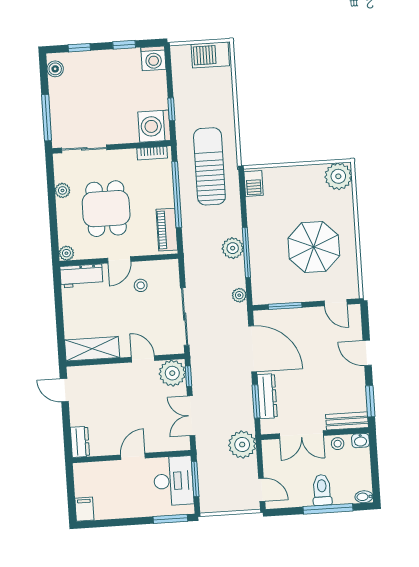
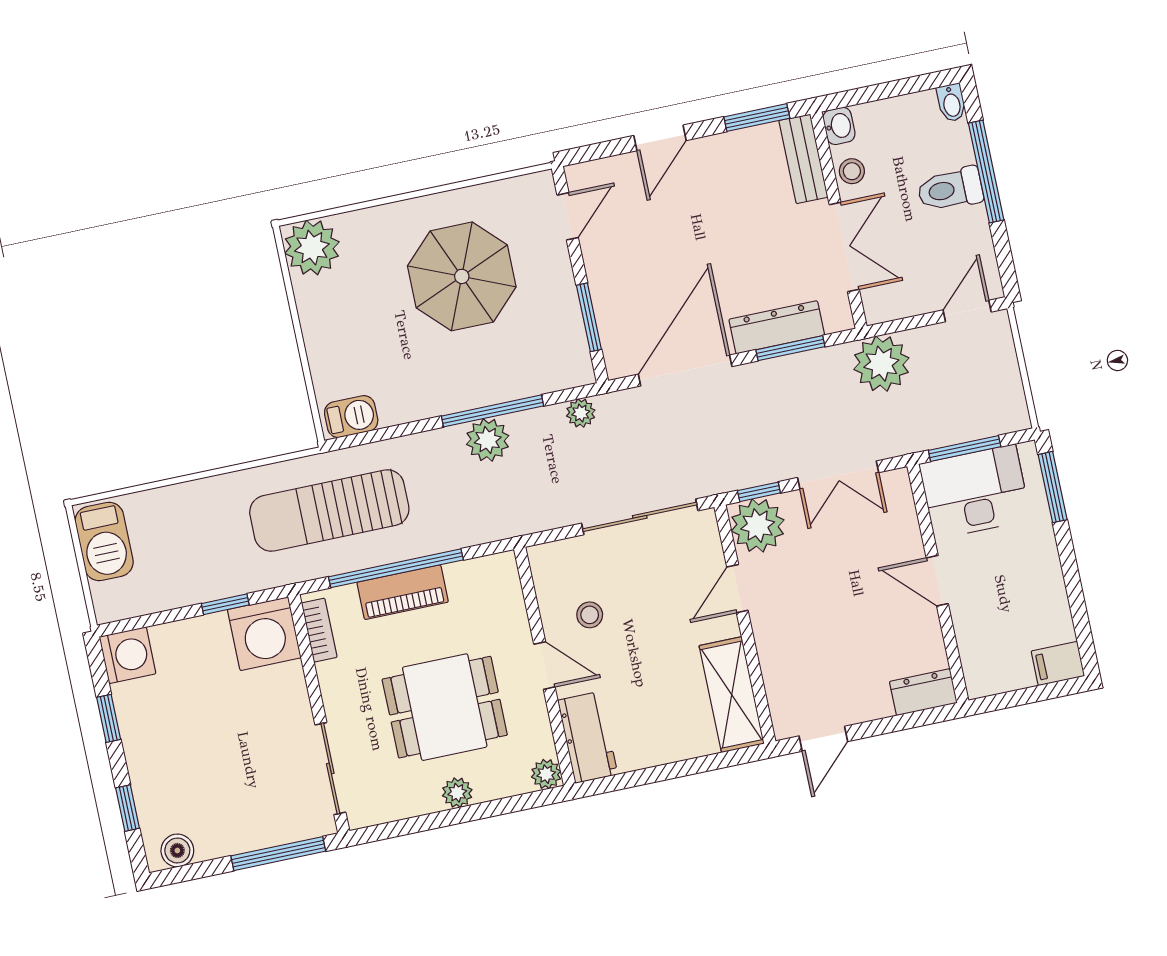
plant: (62, 190) -> (457, 793), moved
piano: (167, 230) -> (403, 592), moved

